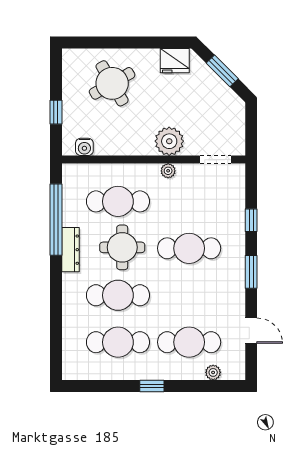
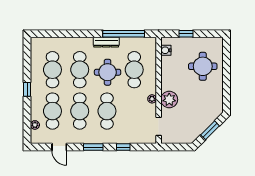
fridge: (175, 61) -> (216, 103), removed
round table: (112, 83) -> (203, 66), turned 30
cafe table: (189, 295) -> (80, 111), added
door: (251, 331) -> (59, 147), hinge flipped

